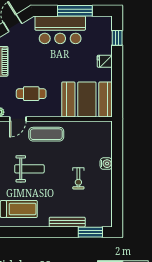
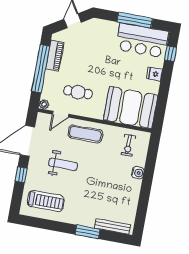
bar counter: (60, 30) -> (142, 40), moved
exercise bike: (78, 178) -> (128, 145), moved
bench: (67, 222) -> (112, 226), moved
window: (90, 232) -> (88, 232), moved

